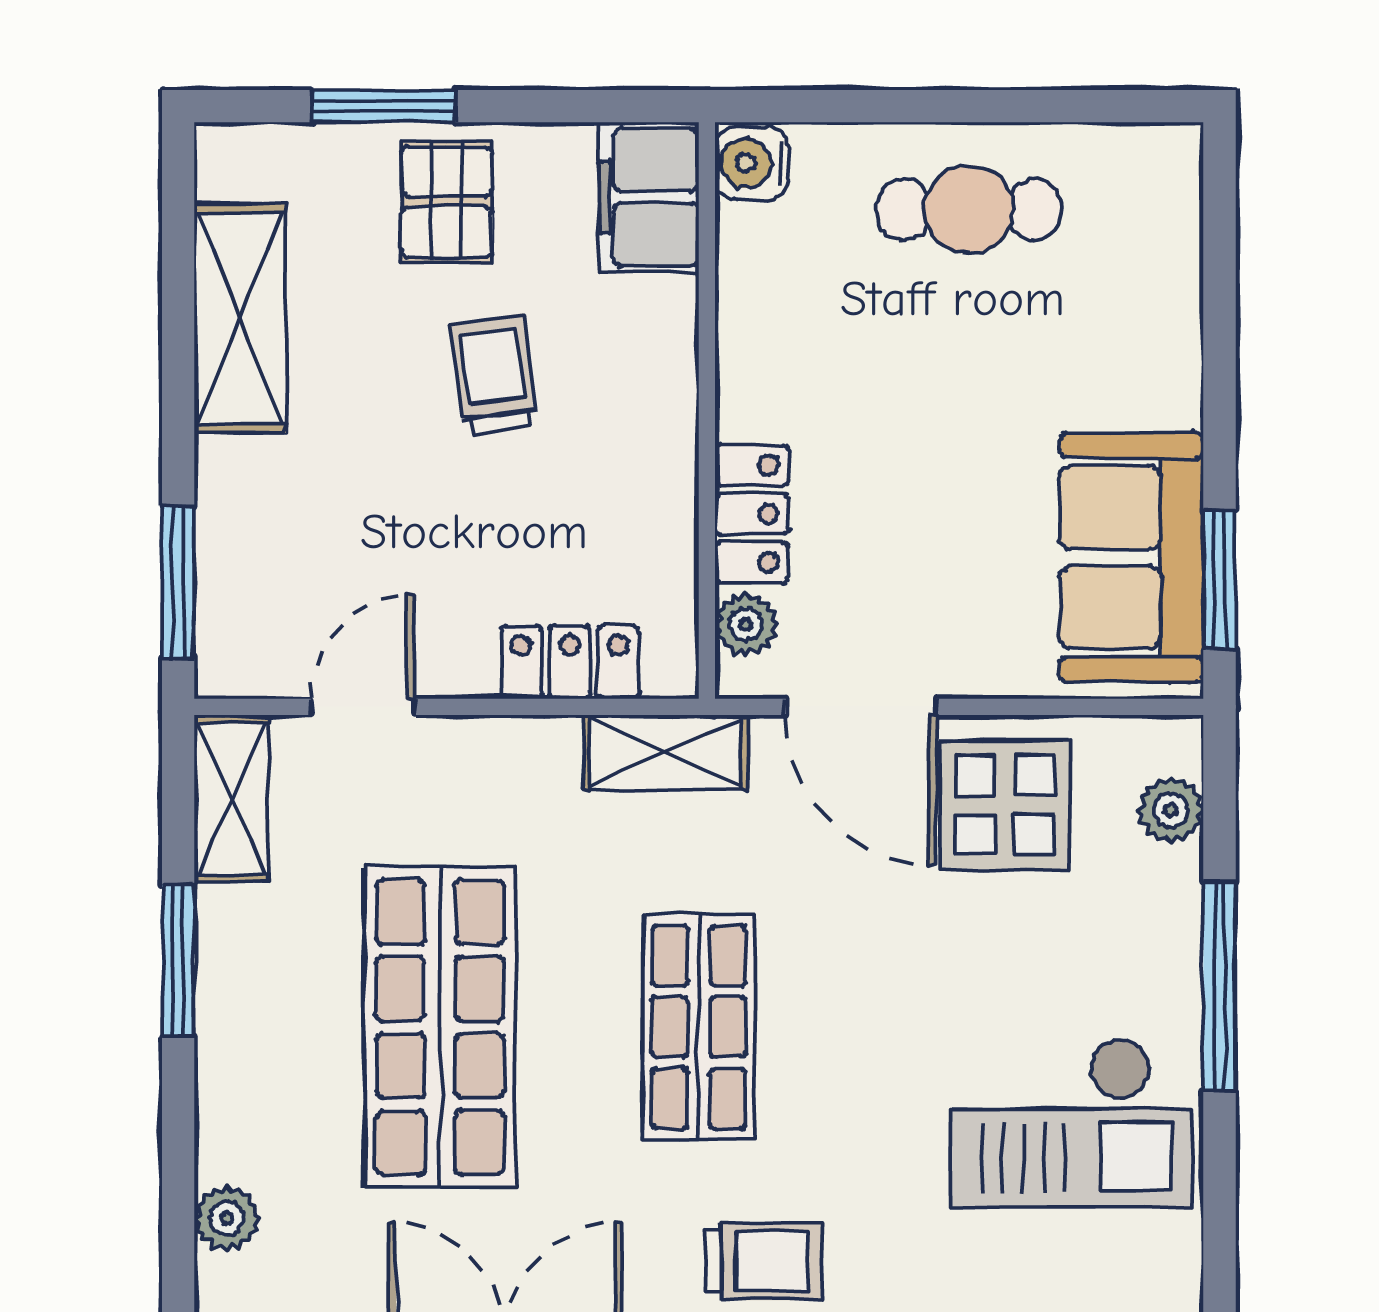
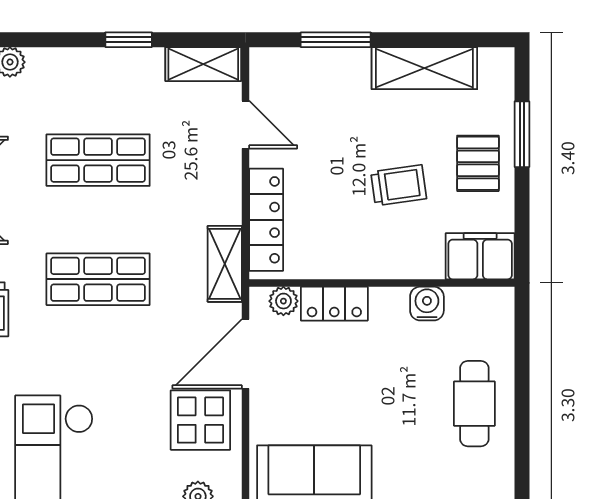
water cooler: (752, 163) -> (427, 304), moved
pallet: (447, 202) -> (478, 163), turned 90
window: (178, 582) -> (336, 40), moved
locker: (570, 662) -> (266, 220), width x1.53
window: (178, 961) -> (129, 40), width x0.67
shop shelf: (440, 1027) -> (98, 160), width x0.70, depth x0.74

